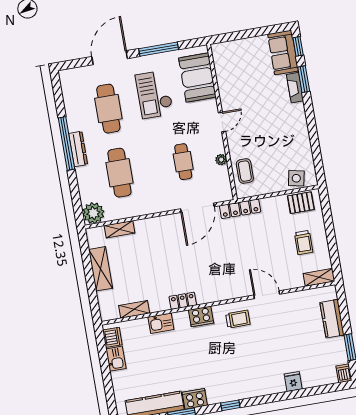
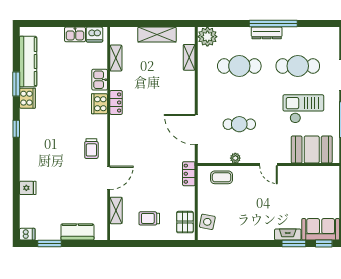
locker: (240, 209) -> (189, 174), width x0.66
shelving: (319, 277) -> (116, 210), moved
cooker: (201, 316) -> (99, 104), moved

